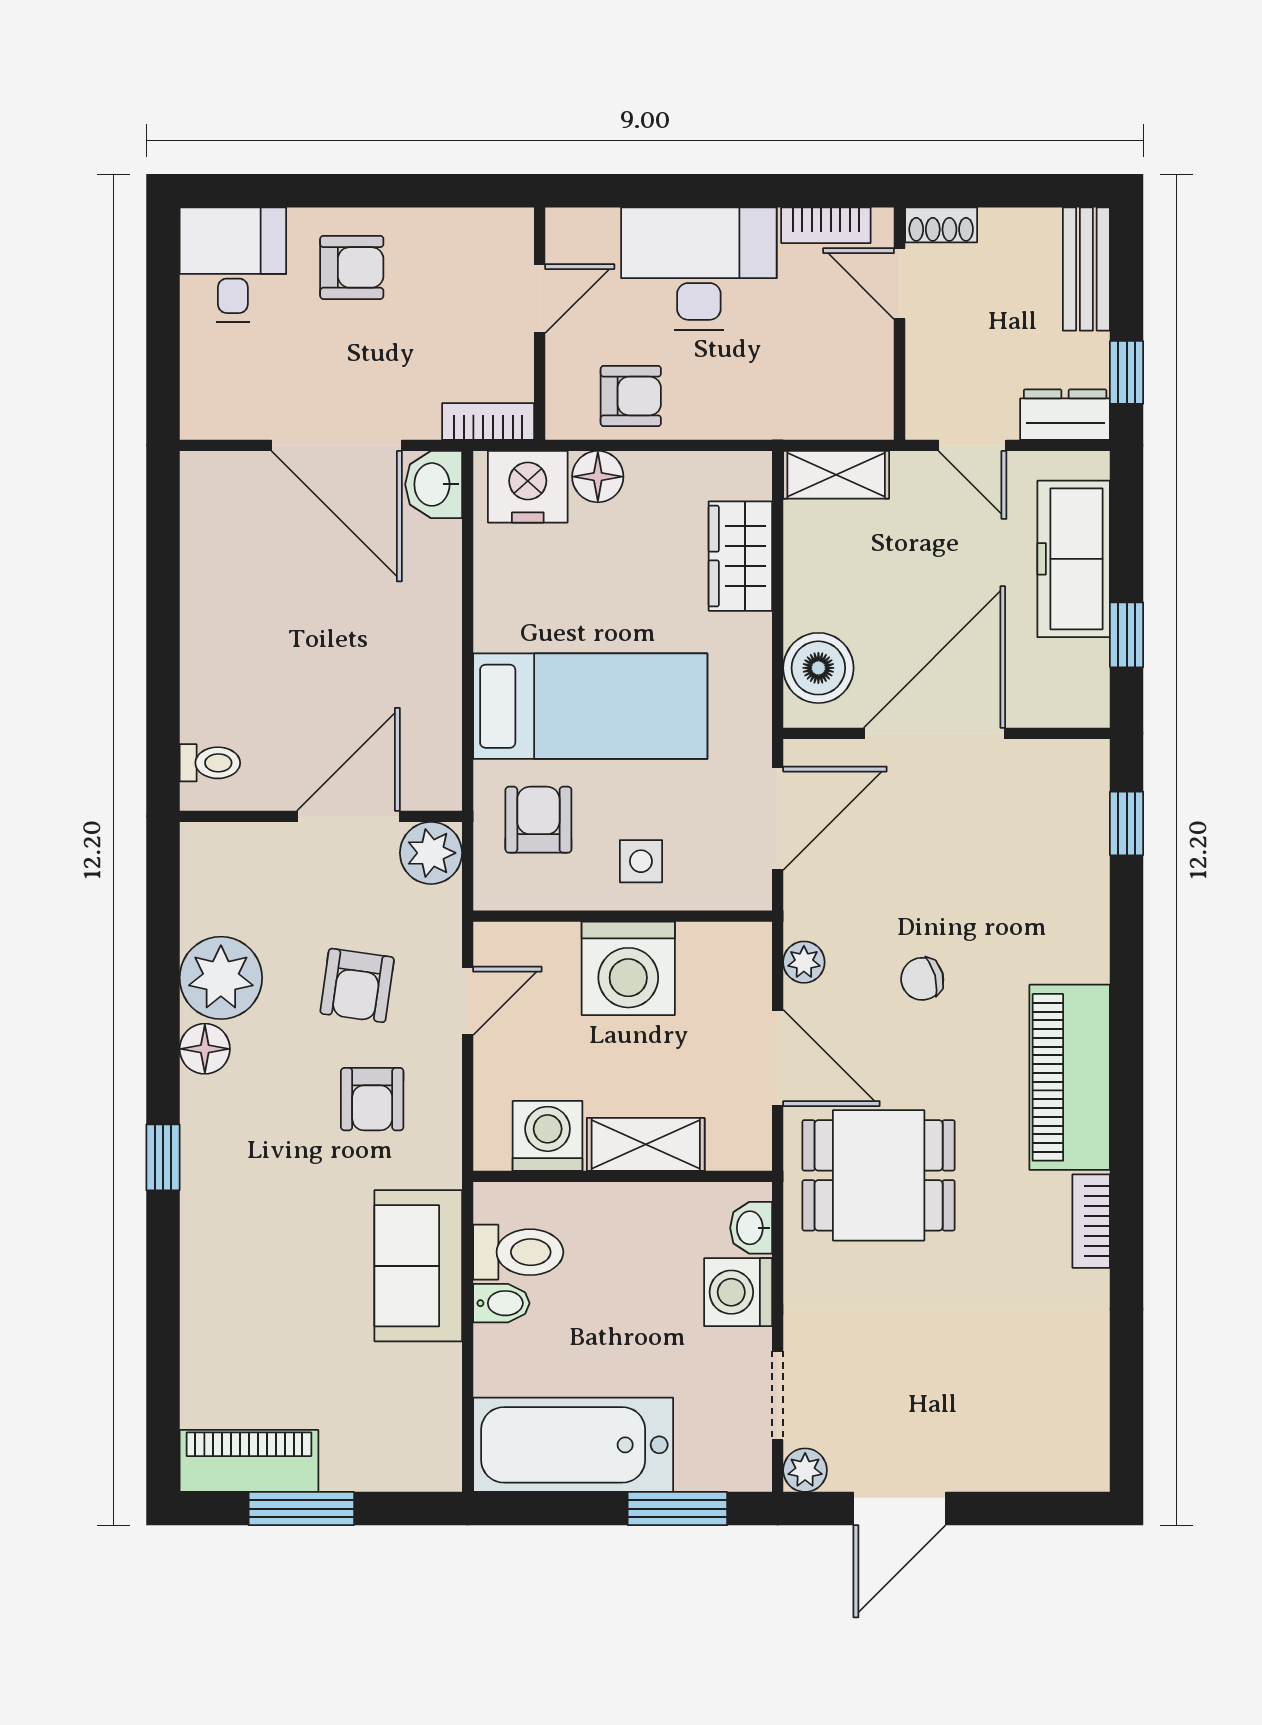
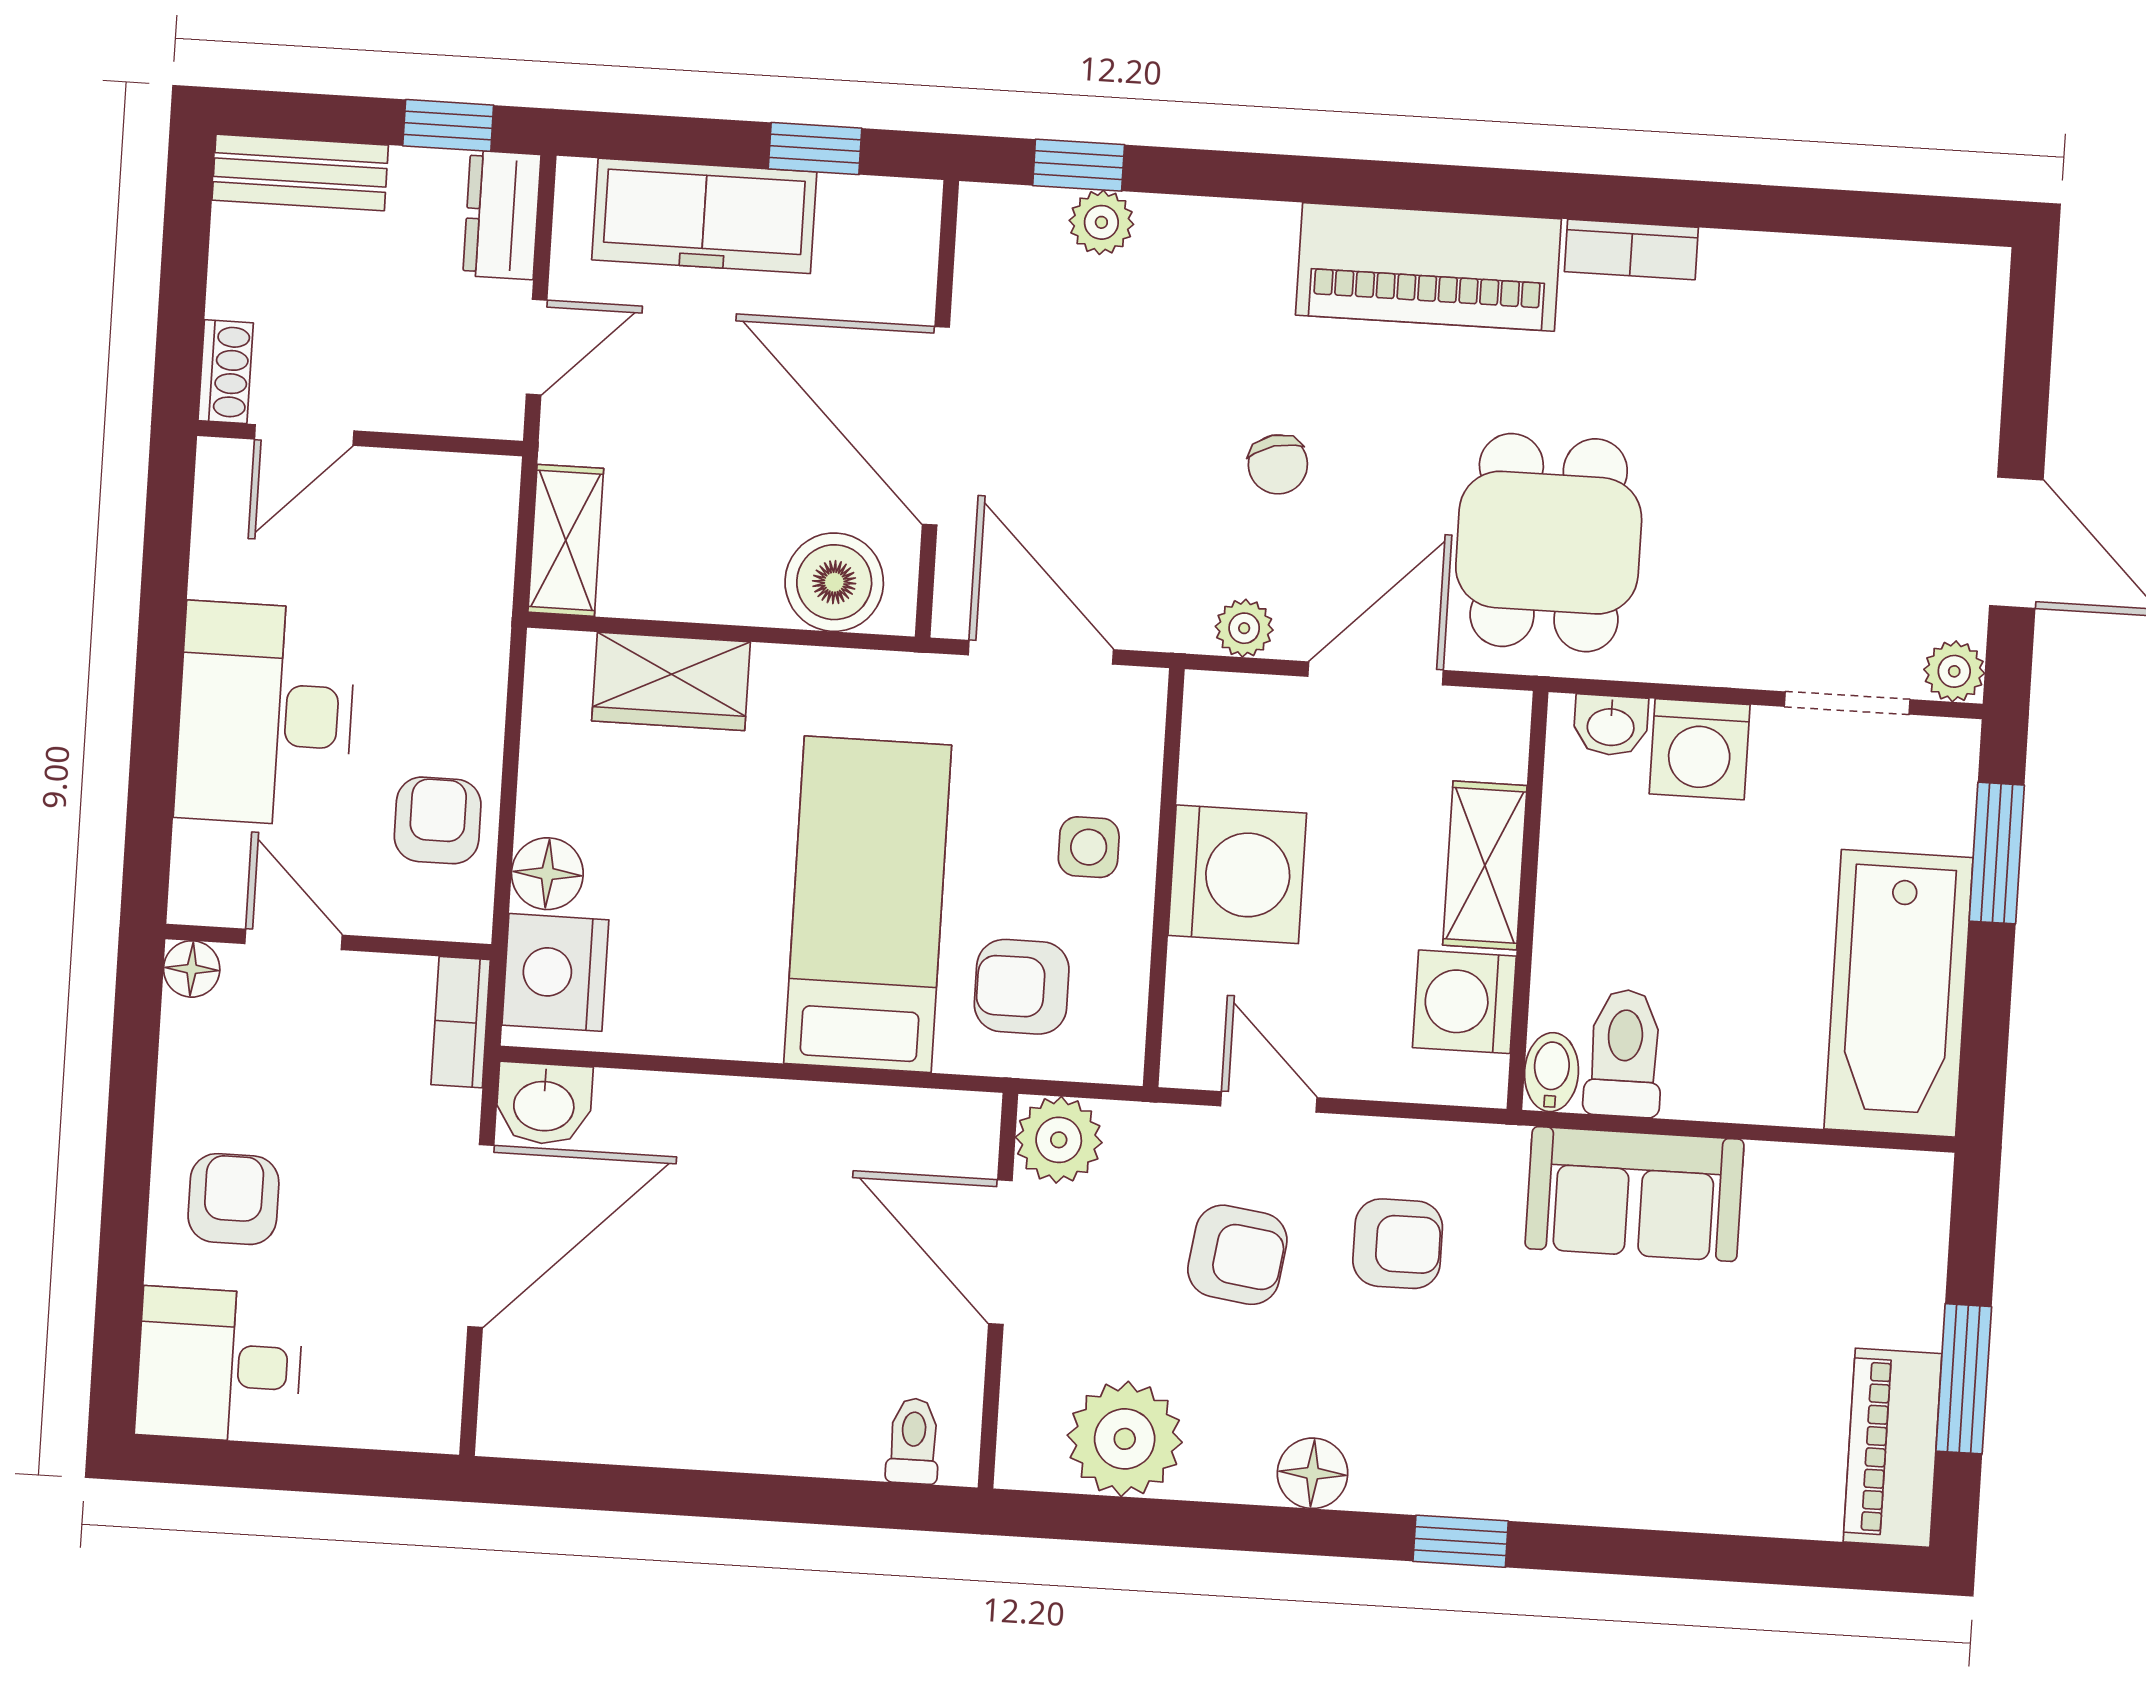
bookcase: (826, 225) -> (216, 533), removed
floor lamp: (514, 227) -> (192, 969), added
plant: (1087, 842) -> (1101, 222), added
plant: (221, 978) -> (1125, 1439), moved
bidet: (501, 1303) -> (1551, 1072), moved

